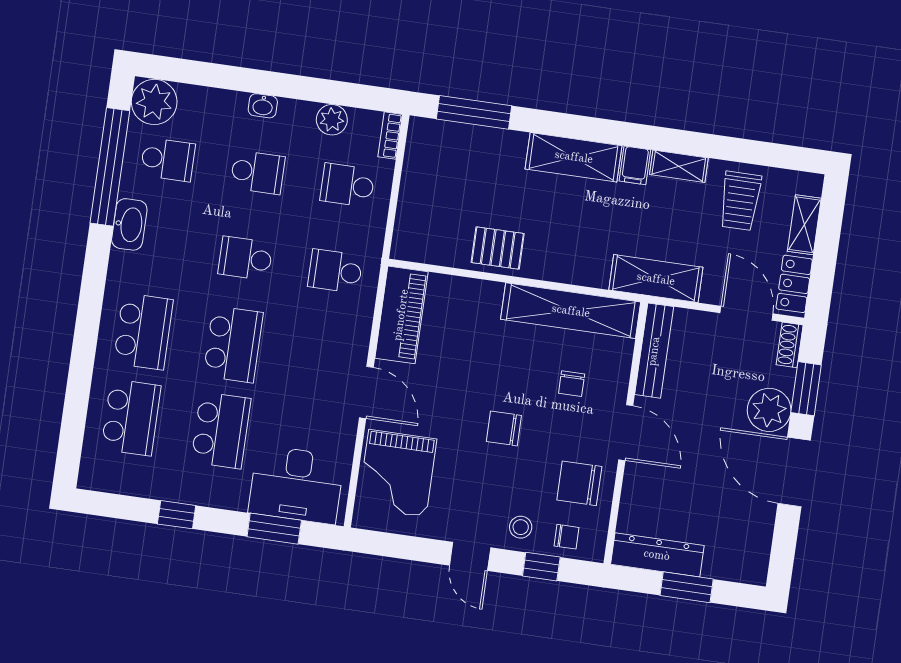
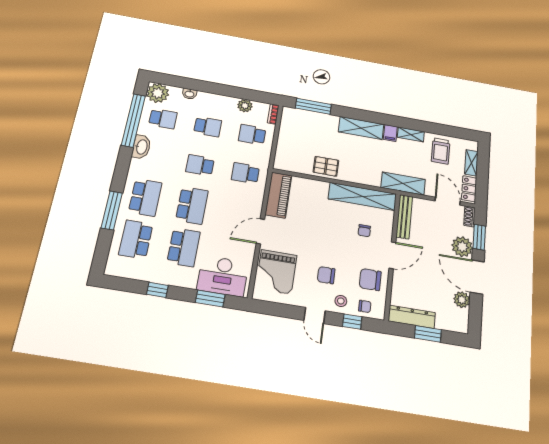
washbasin: (263, 106) -> (189, 94), moved
window: (82, 361) -> (112, 210), added
door: (366, 393) -> (260, 231), swing flipped
school desk: (131, 417) -> (136, 239), turned 180
chair: (504, 428) -> (326, 275), moved
door: (626, 433) -> (392, 255), hinge flipped
plant: (759, 519) -> (462, 300), added

